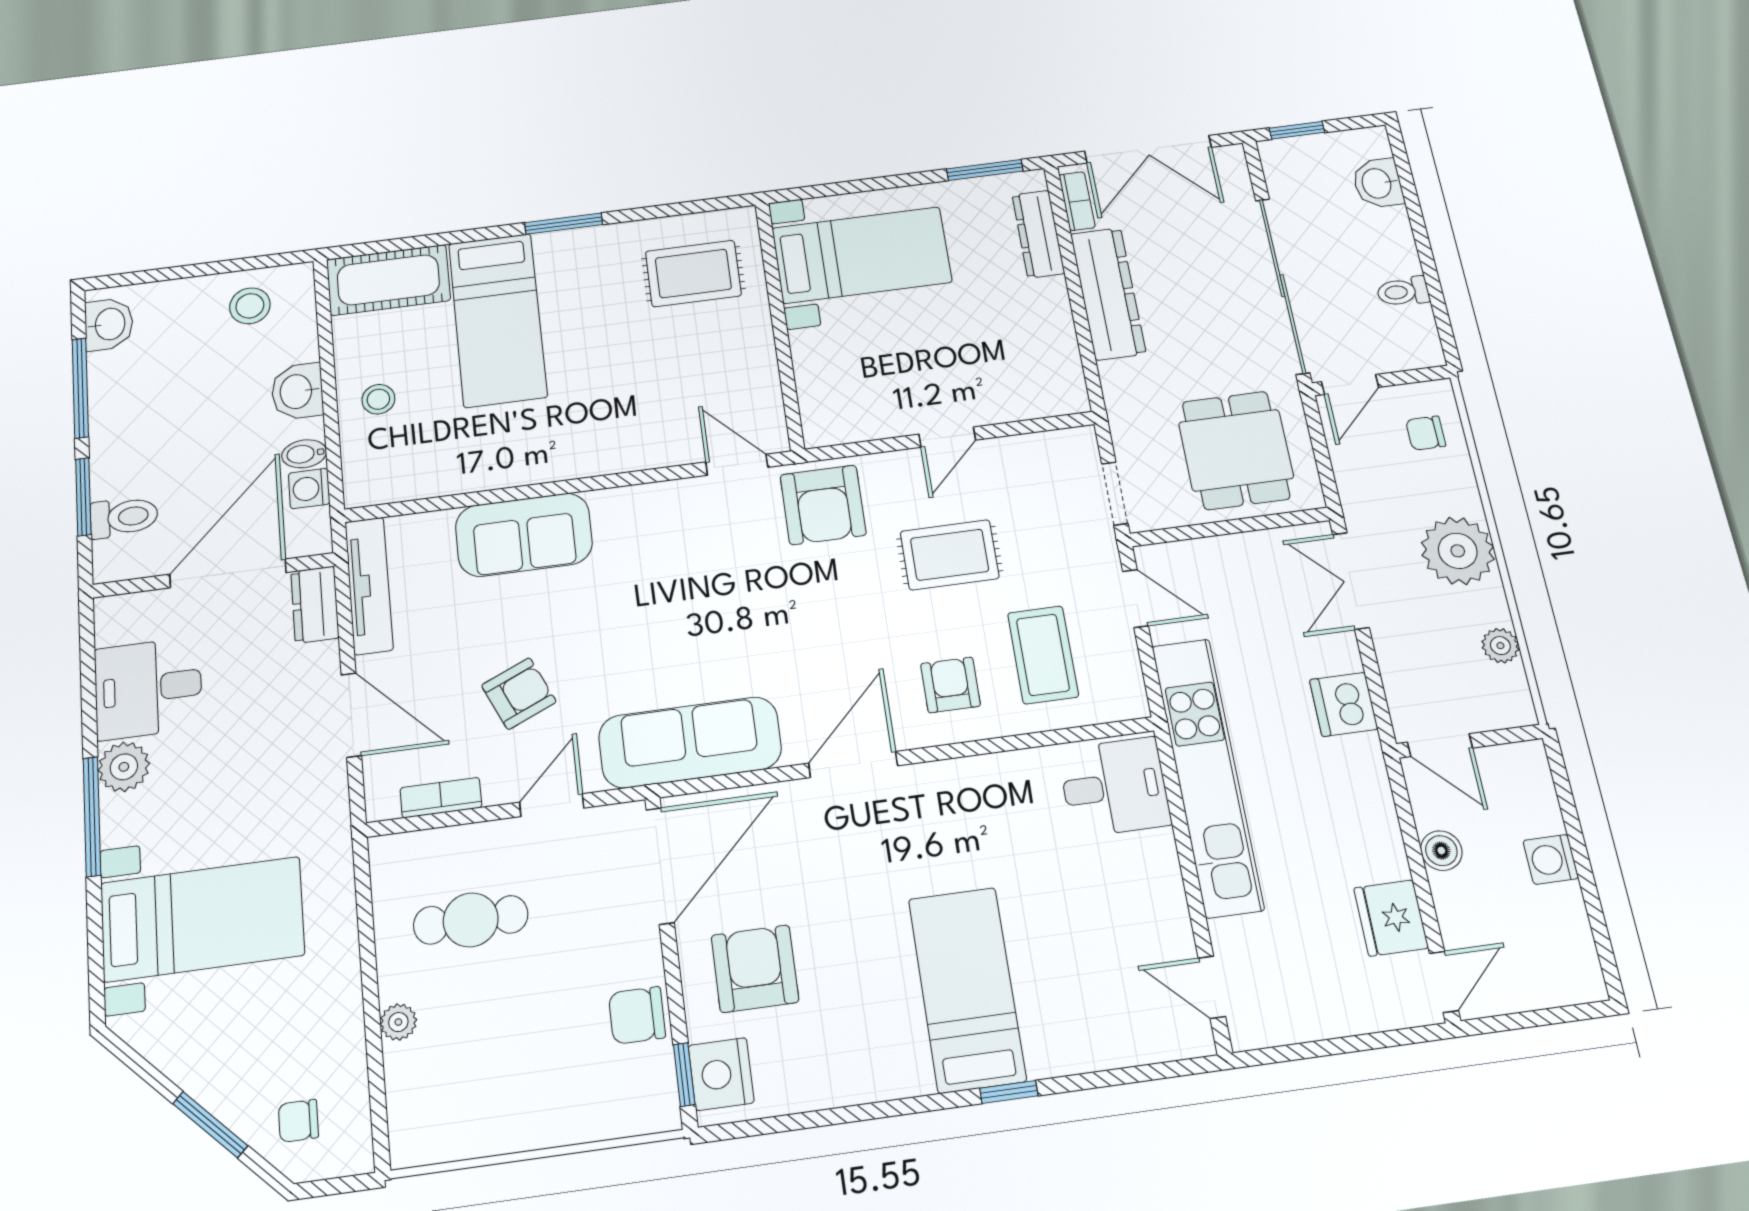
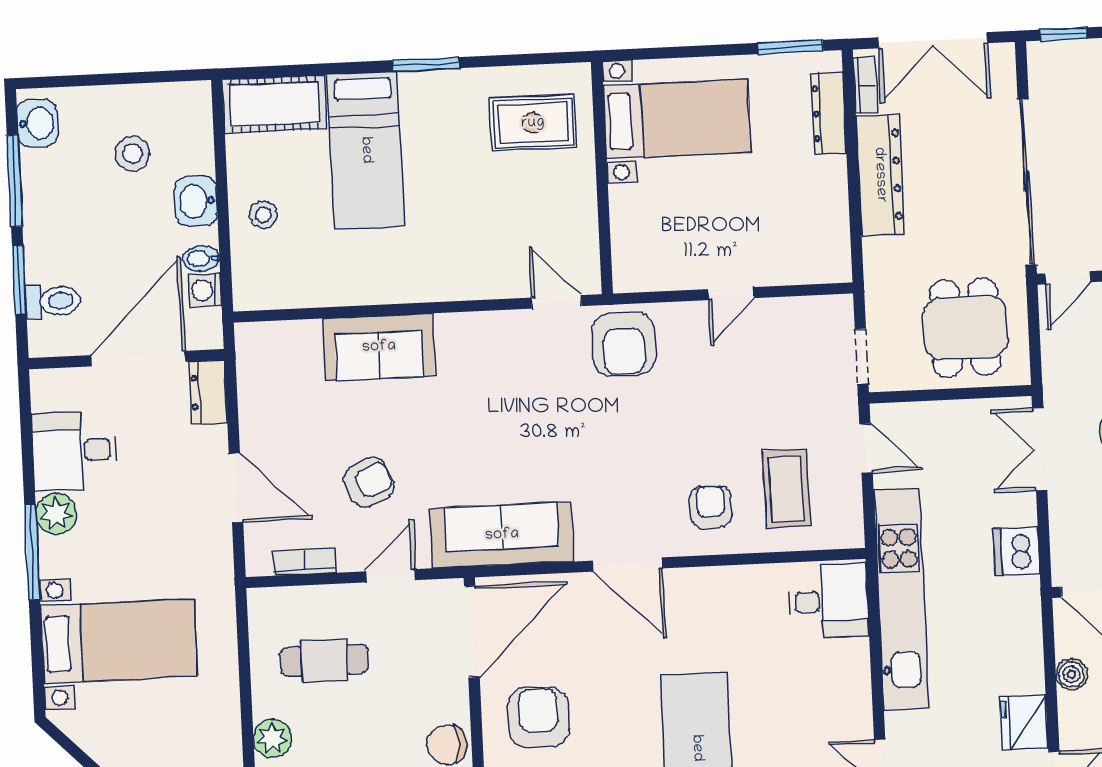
stool: (250, 306) -> (133, 154), moved
rug: (950, 555) -> (722, 397), removed
tv unit: (369, 586) -> (252, 380), removed
door: (853, 764) -> (628, 565), swing flipped
plant: (398, 1022) -> (273, 739), width x1.38, depth x1.38

